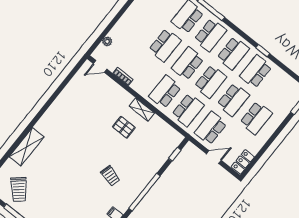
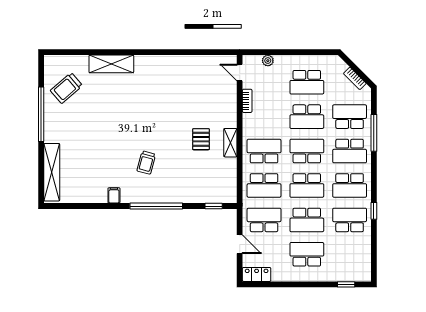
school desk: (142, 27) -> (307, 82), added
school desk: (256, 118) -> (307, 254), turned 180

